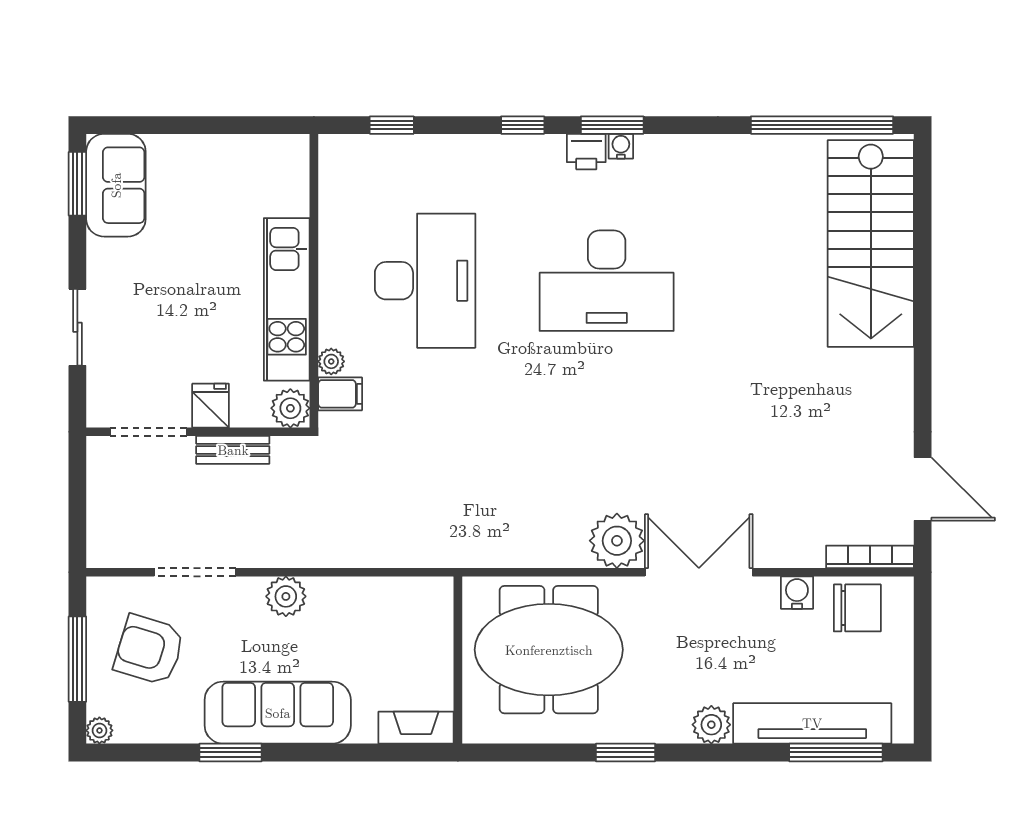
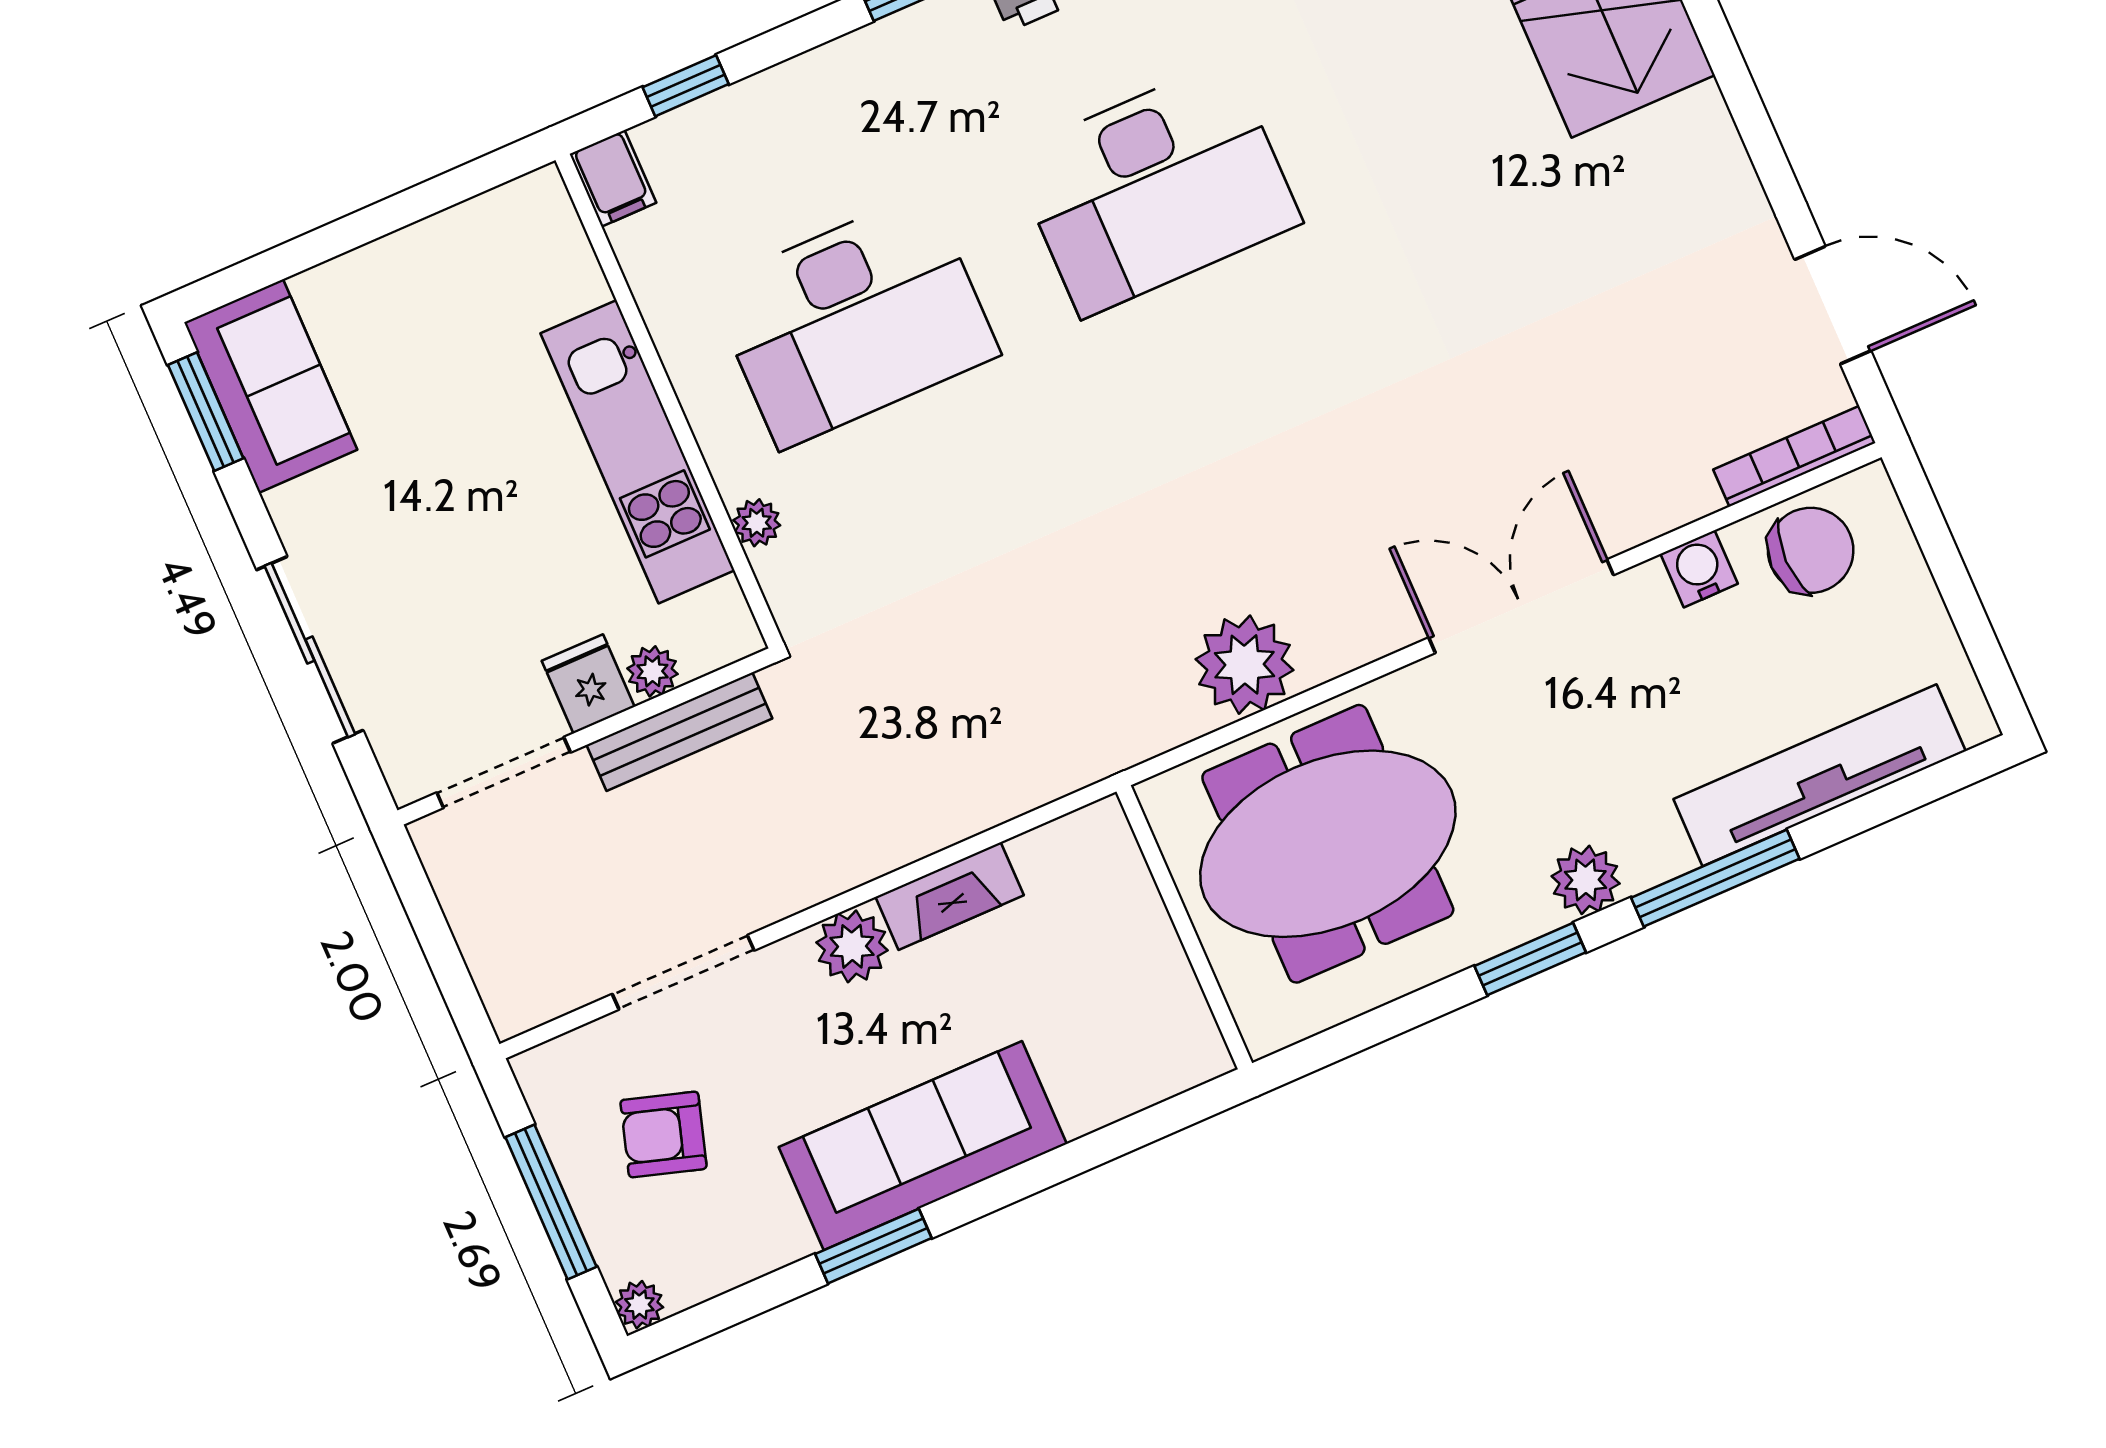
desk: (425, 281) -> (854, 320), turned 90
sliding door: (77, 327) -> (310, 650), width x1.37
filing cabinet: (340, 394) -> (613, 178), moved, turned 90
plant: (290, 408) -> (652, 671), moved, width x0.73, depth x0.73
bench: (233, 450) -> (679, 732), width x1.36
plant: (617, 541) -> (1245, 665), moved
armchair: (149, 650) -> (664, 1134), width x0.72, depth x0.72
plant: (711, 725) -> (1586, 880), moved
fireplace: (416, 728) -> (950, 896), moved, turned 180
window: (836, 752) -> (1715, 878), moved

